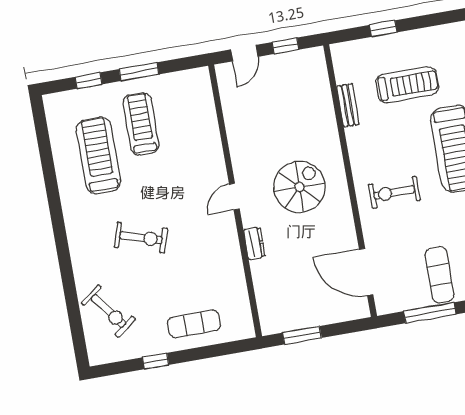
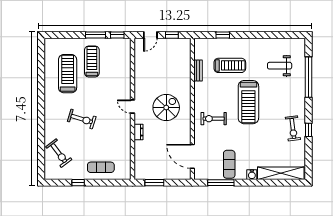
window: (89, 81) -> (117, 35), moved
door: (234, 197) -> (133, 107), hinge flipped

